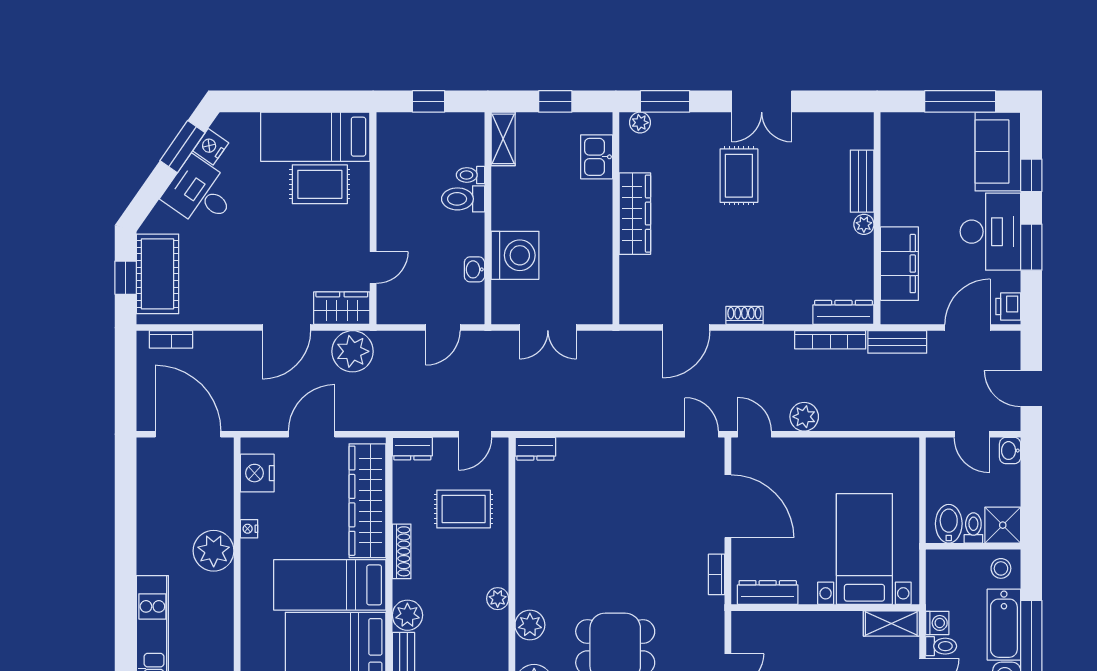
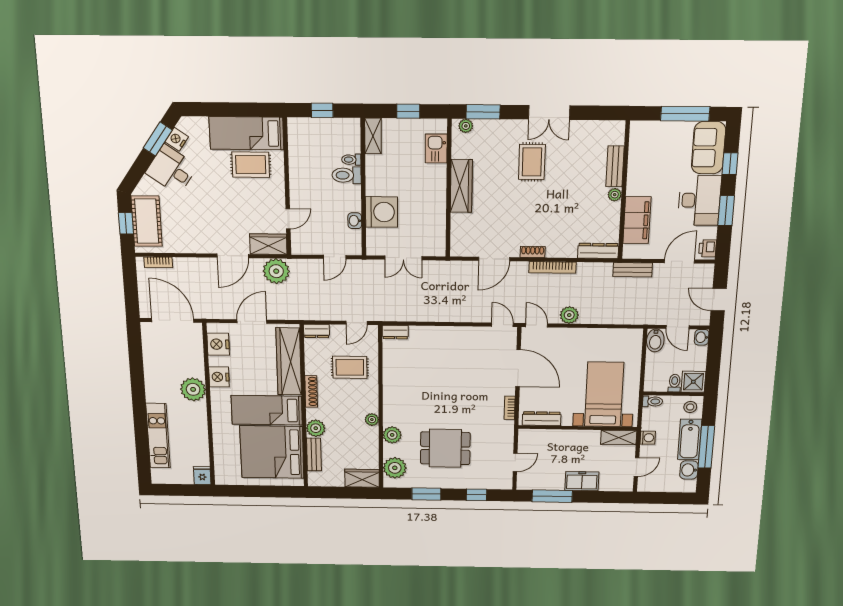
bookcase: (830, 340) -> (552, 267), moved
bidet: (949, 524) -> (655, 340), moved, turned 180
nightstand: (249, 529) -> (219, 377), width x1.89, depth x1.79
toilet: (941, 646) -> (653, 401), moved

